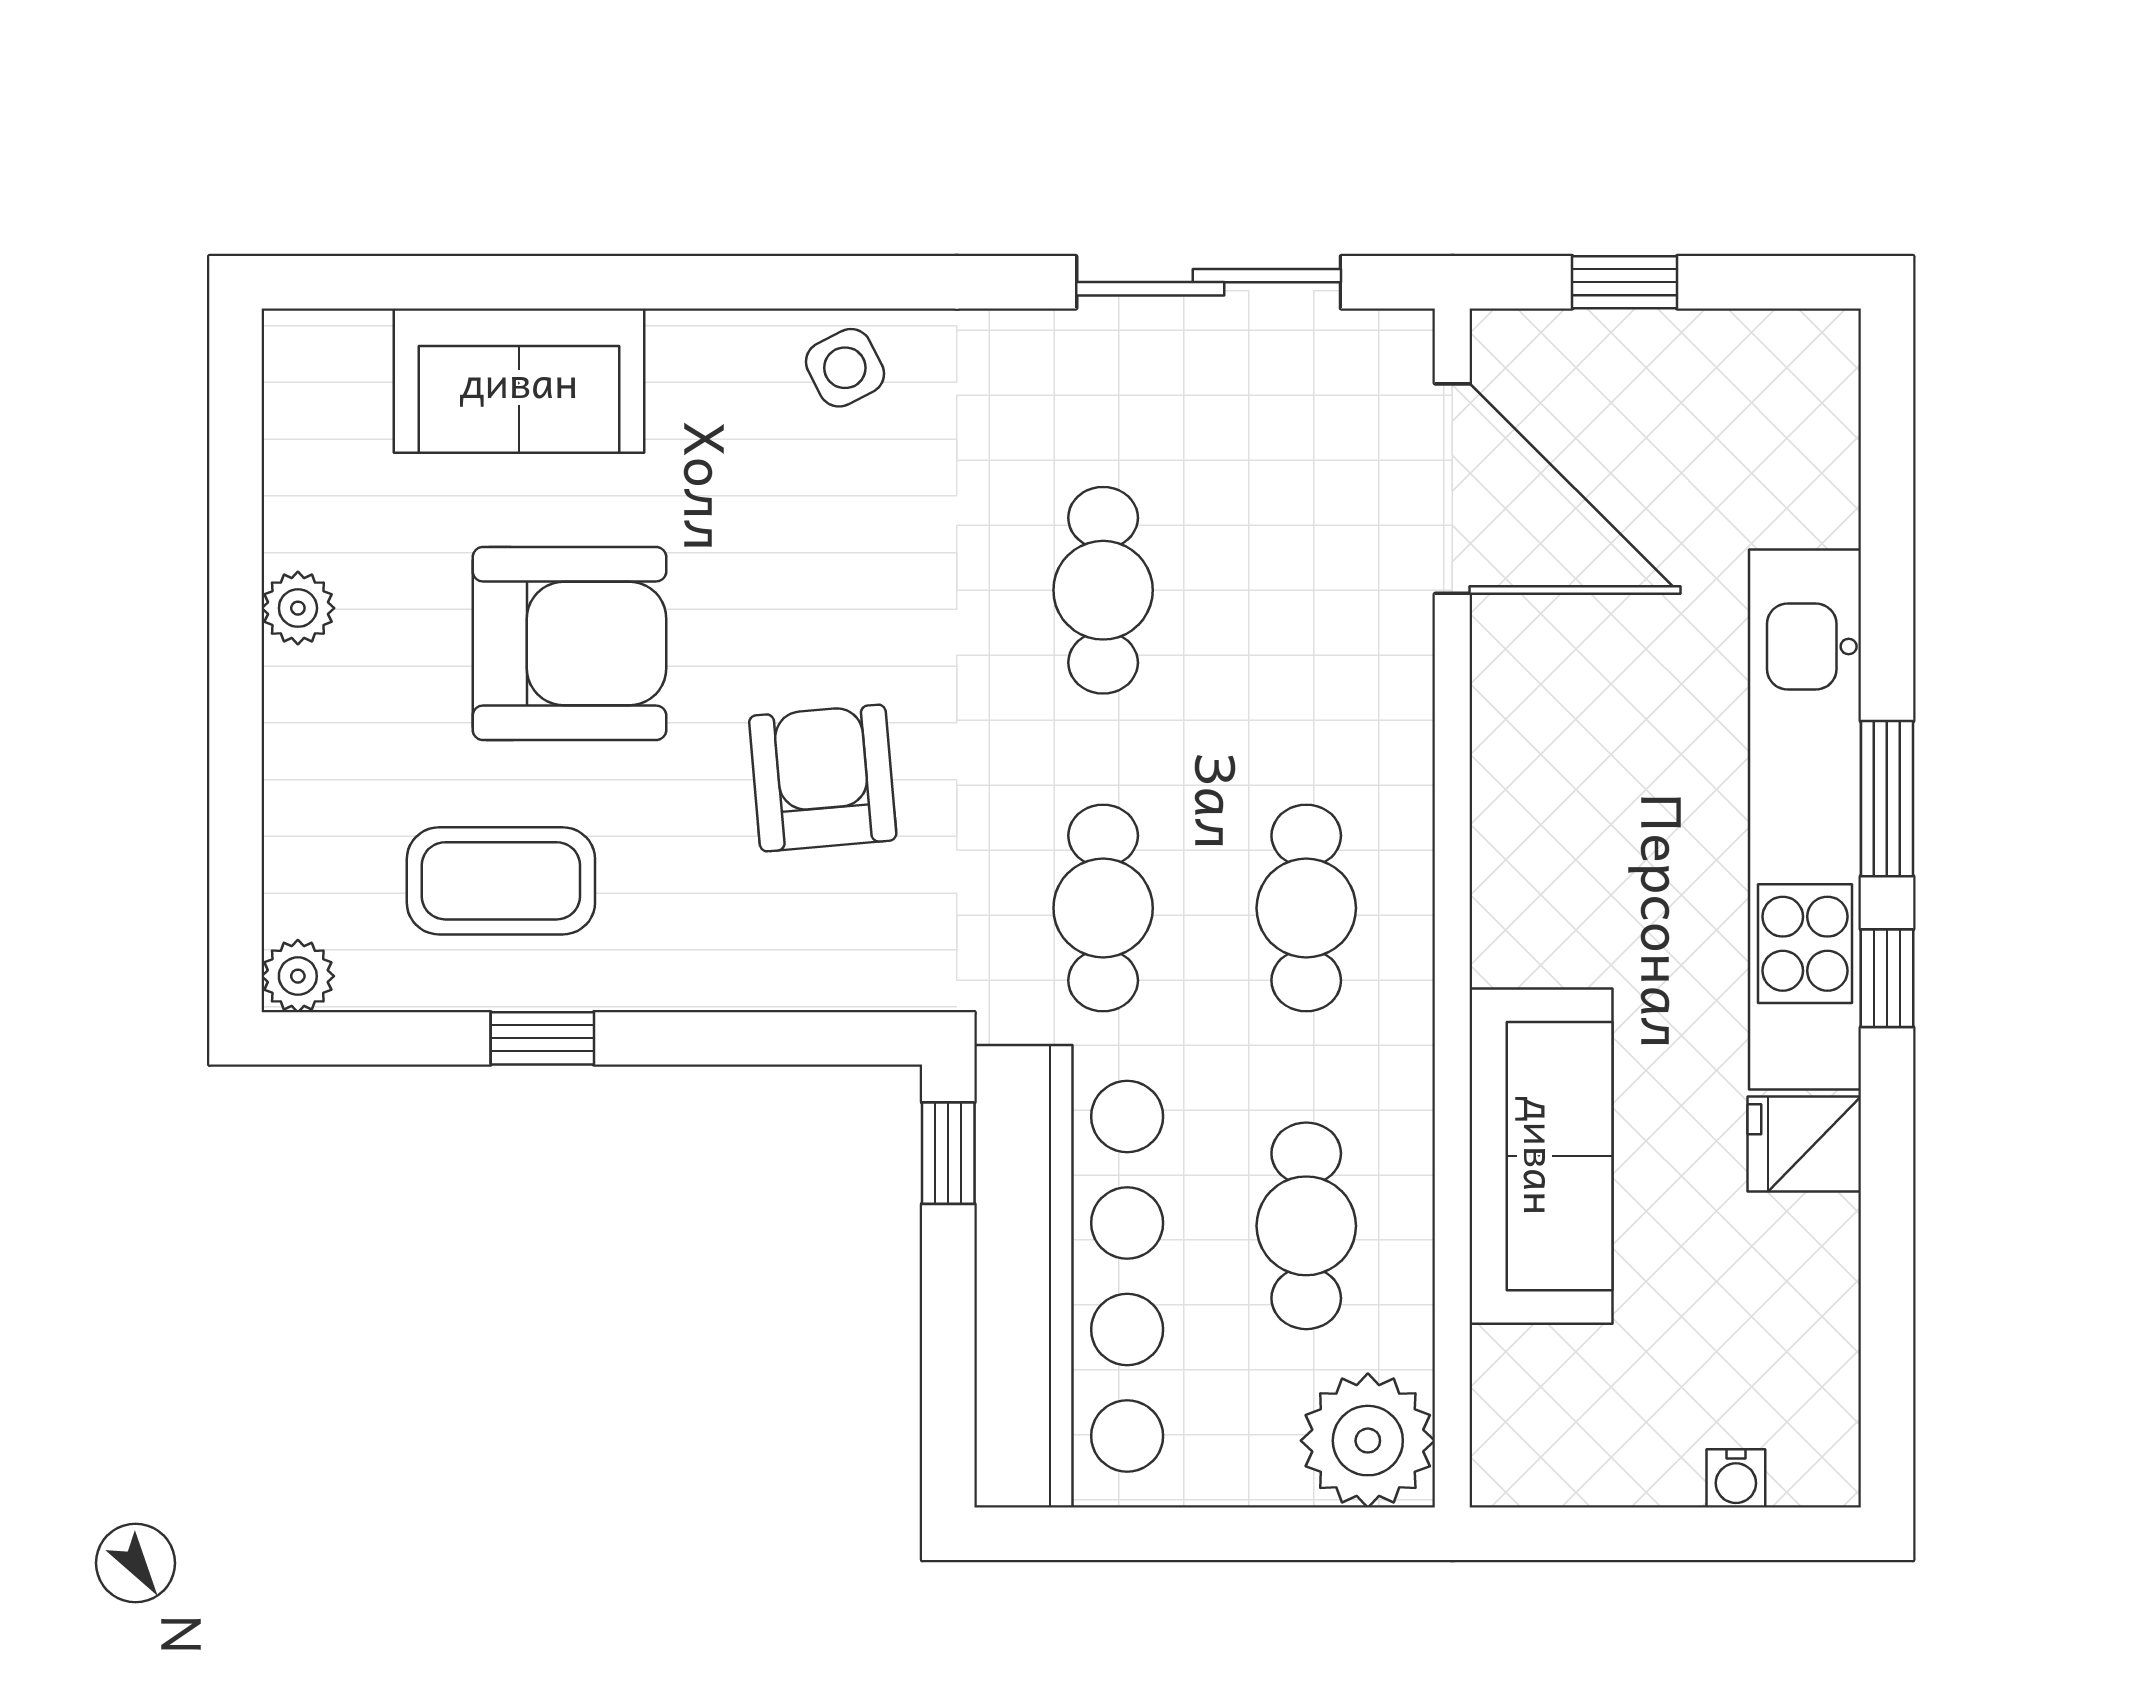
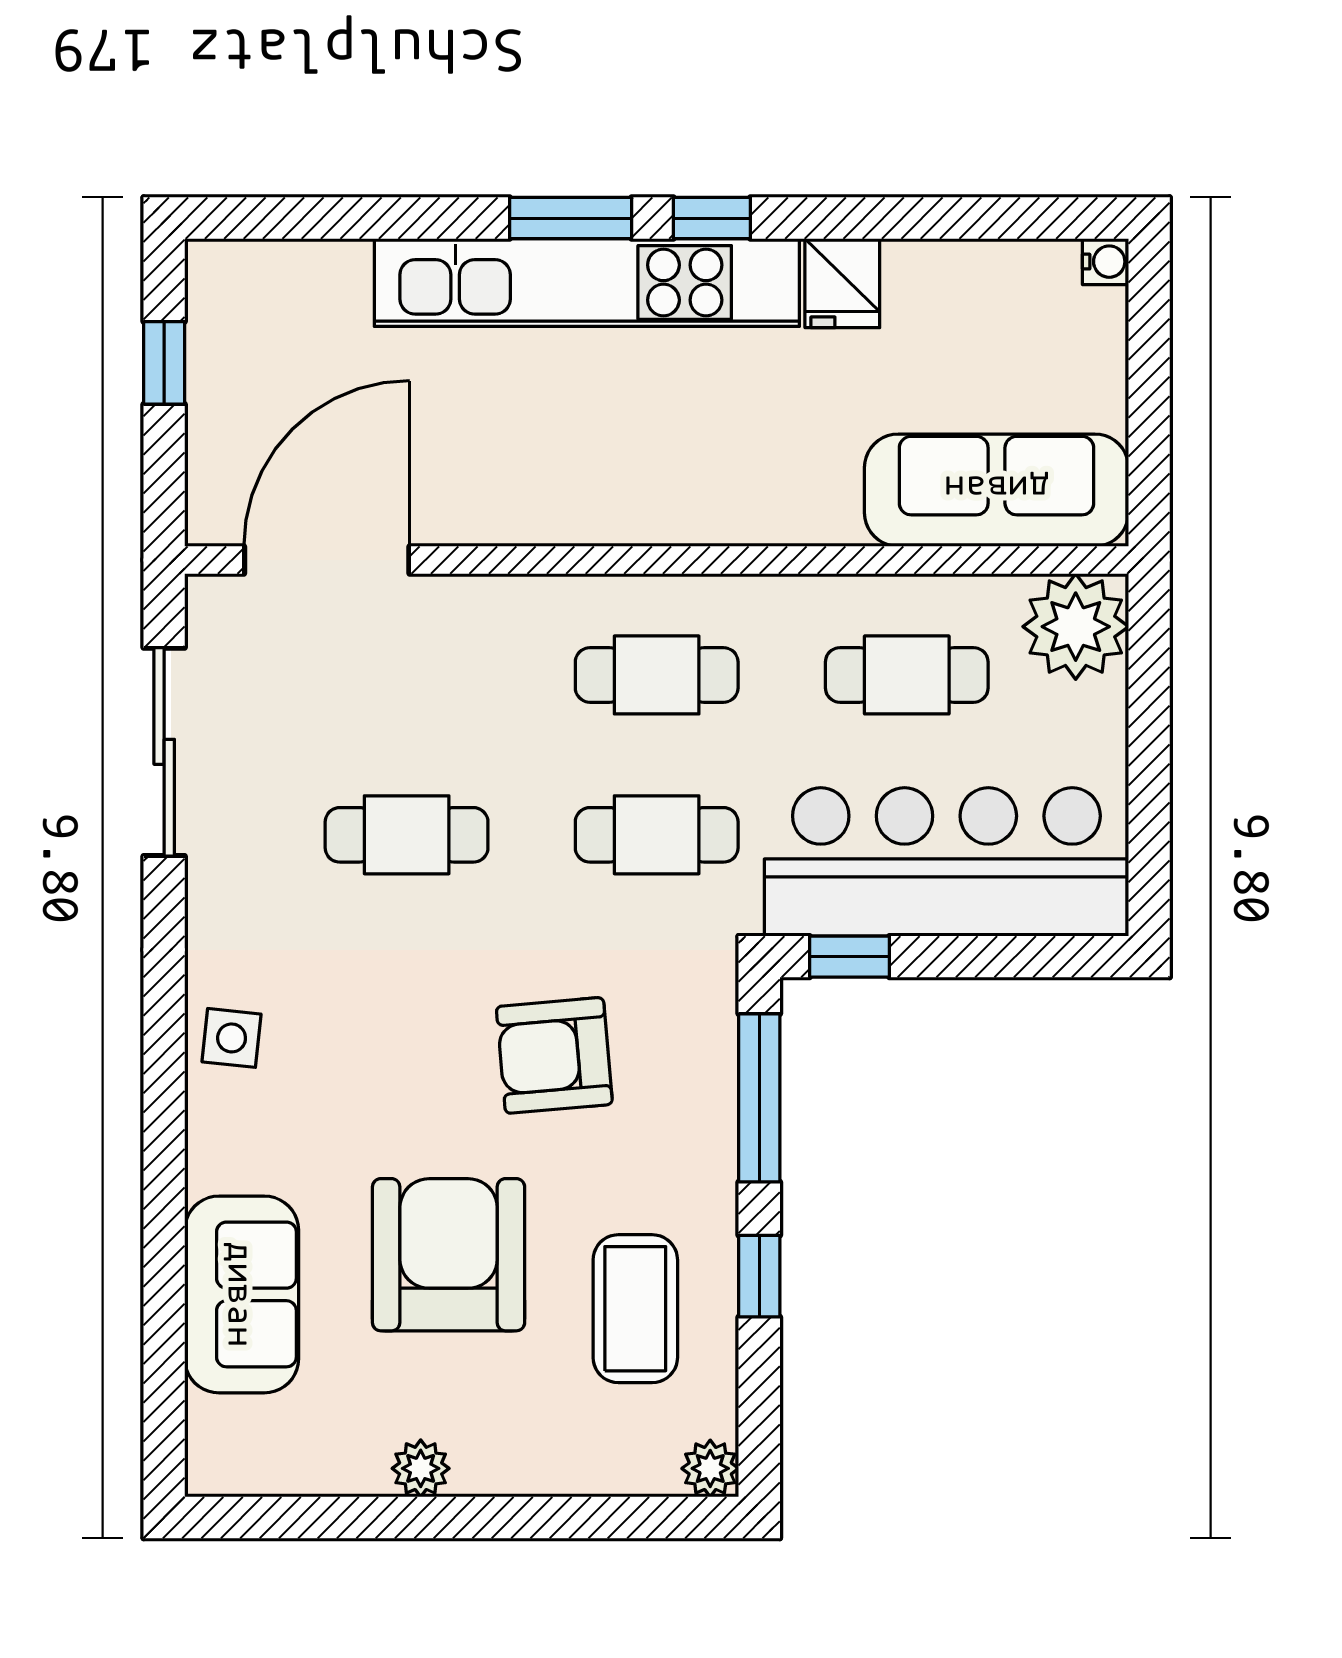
window: (1625, 282) -> (164, 363), moved
side table: (845, 368) -> (232, 1038), turned 33
window: (769, 1038) -> (759, 1098), added
sofa: (1541, 1156) -> (997, 490), moved
water cooler: (1736, 1478) -> (1106, 262), moved

